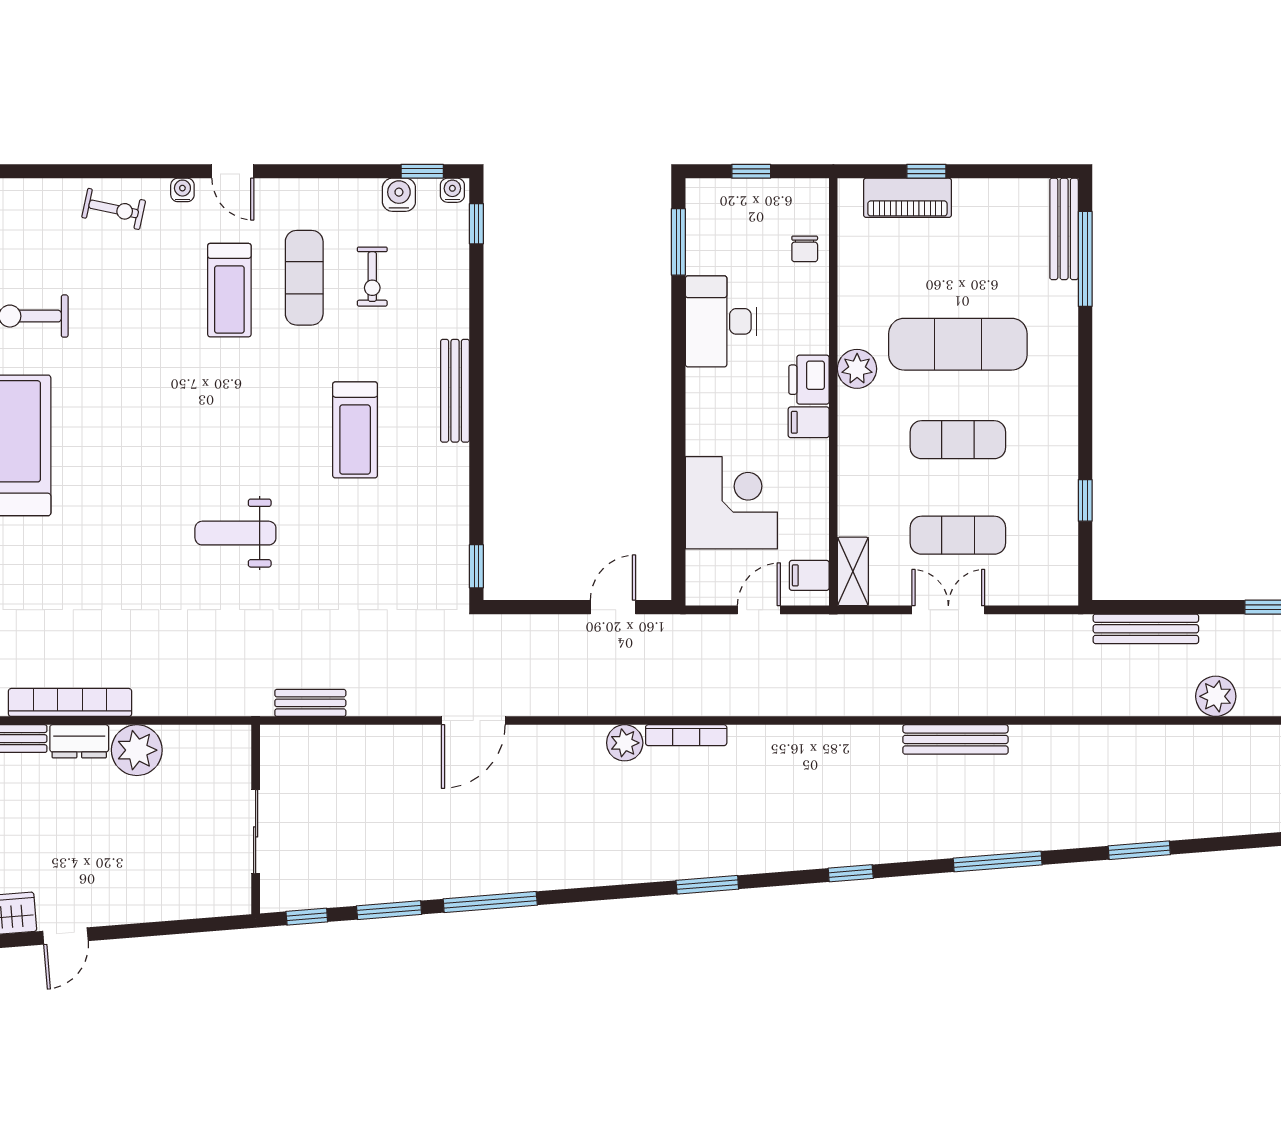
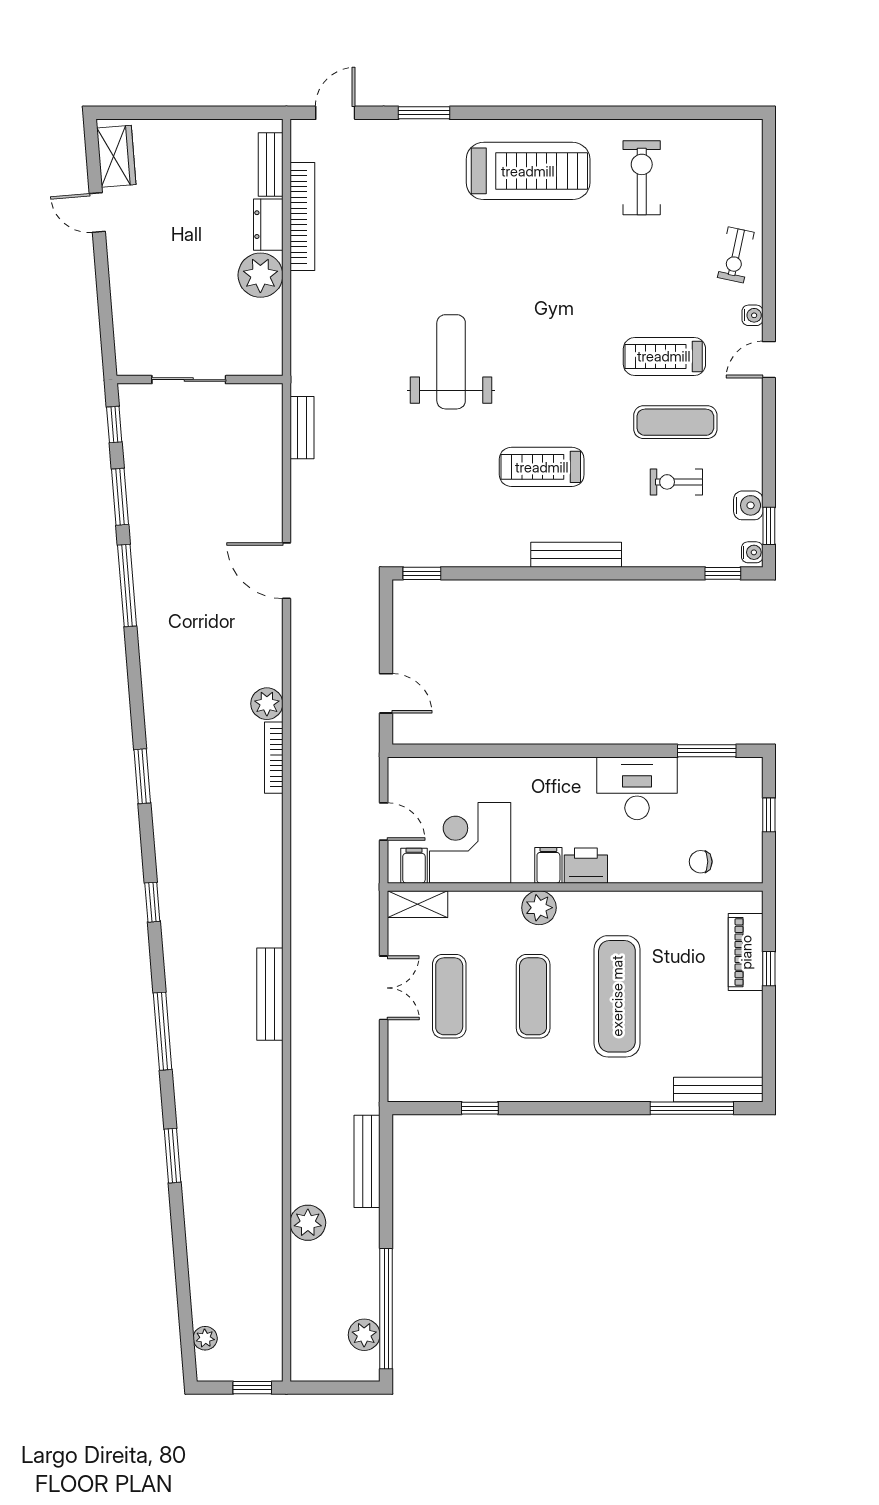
plant: (857, 369) -> (539, 908), moved
corner desk: (731, 503) -> (470, 843), moved, turned 180
weight bench: (235, 533) -> (451, 362), width x1.36, depth x1.33

